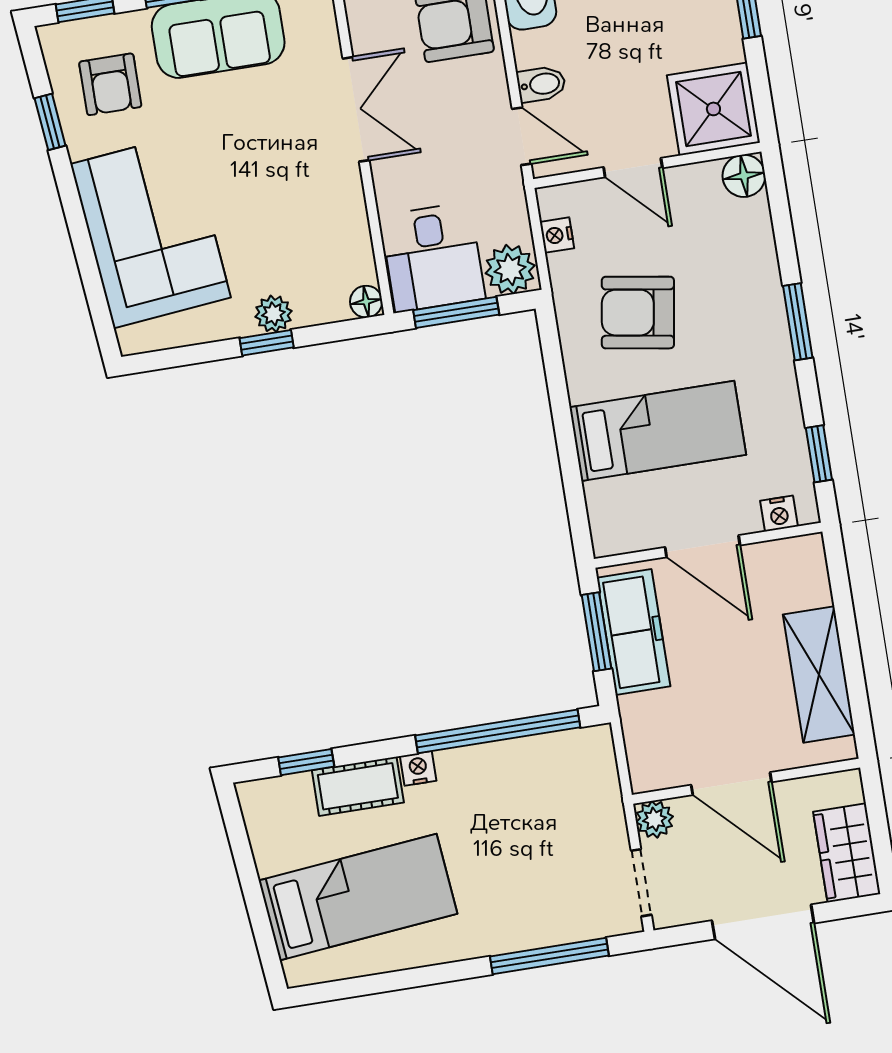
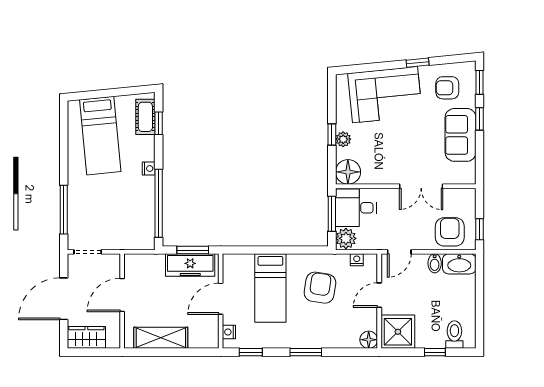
bidet: (541, 84) -> (435, 263), moved
window: (50, 122) -> (418, 63), moved
floor lamp: (366, 302) -> (348, 172), width x1.89, depth x1.89
cot: (358, 786) -> (145, 117), moved
plant: (655, 819) -> (113, 261), removed

